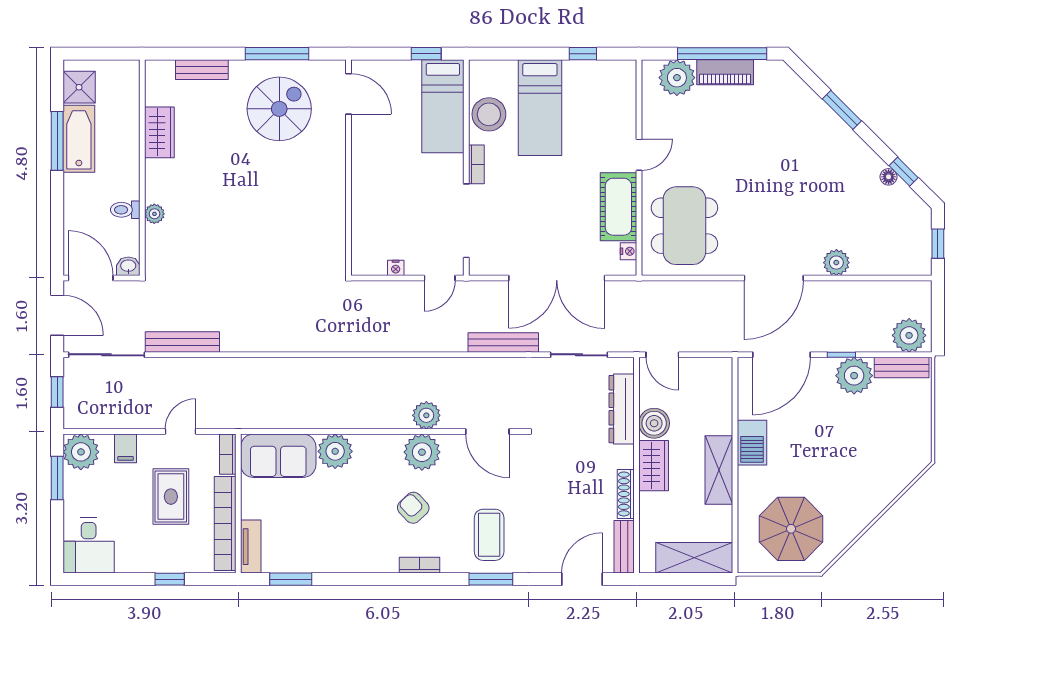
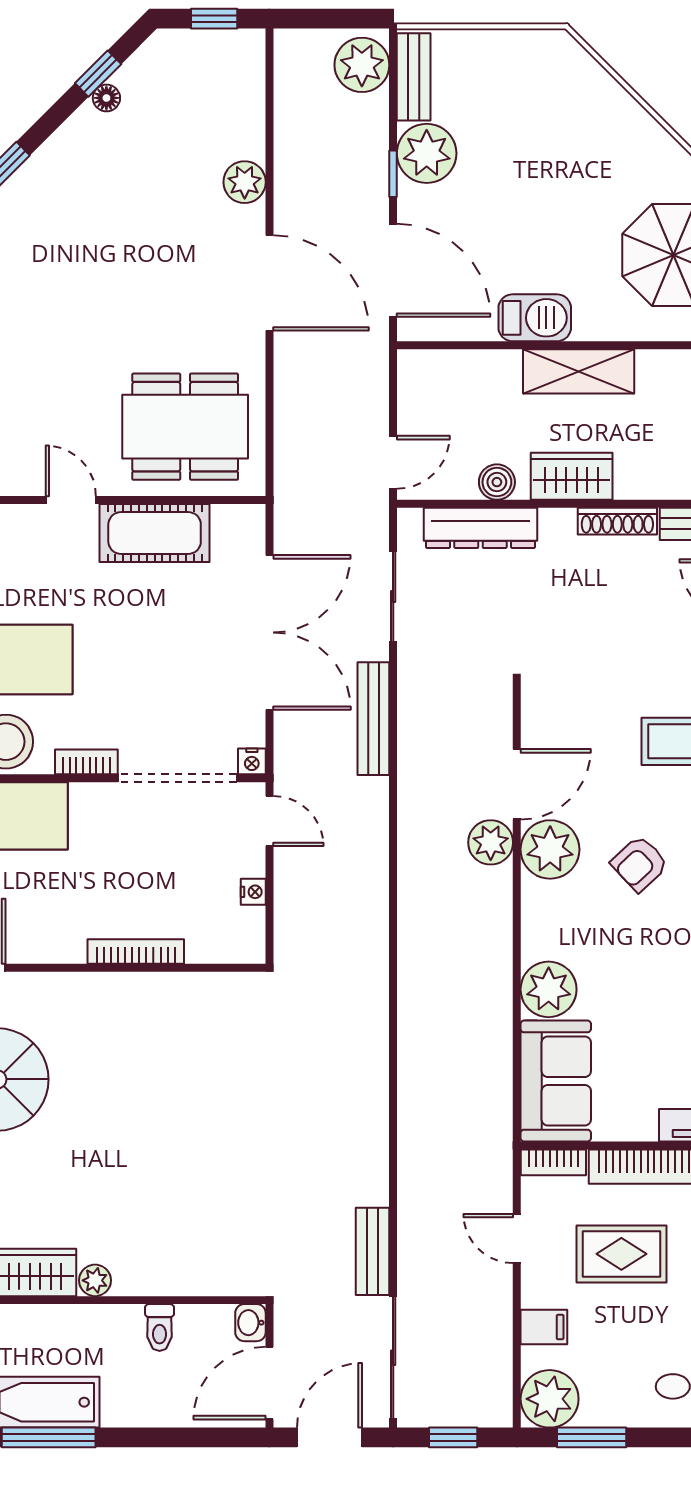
bookcase: (359, 195) -> (136, 951), added
plant: (154, 214) -> (95, 1280), moved
nightstand: (629, 251) -> (252, 761), moved, turned 180
bench: (182, 342) -> (373, 1251), width x0.73
boiler: (654, 423) -> (497, 482), width x0.73, depth x0.73
door: (487, 432) -> (517, 784), moved

